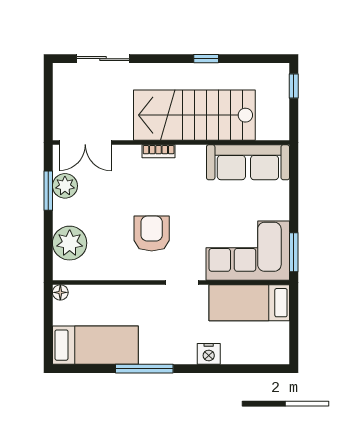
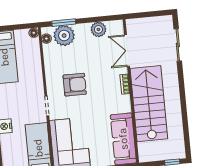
window: (206, 59) -> (184, 107), removed
double door: (85, 143) -> (127, 51), moved
window: (48, 191) -> (64, 23), moved
floor lamp: (72, 272) -> (46, 39), added

